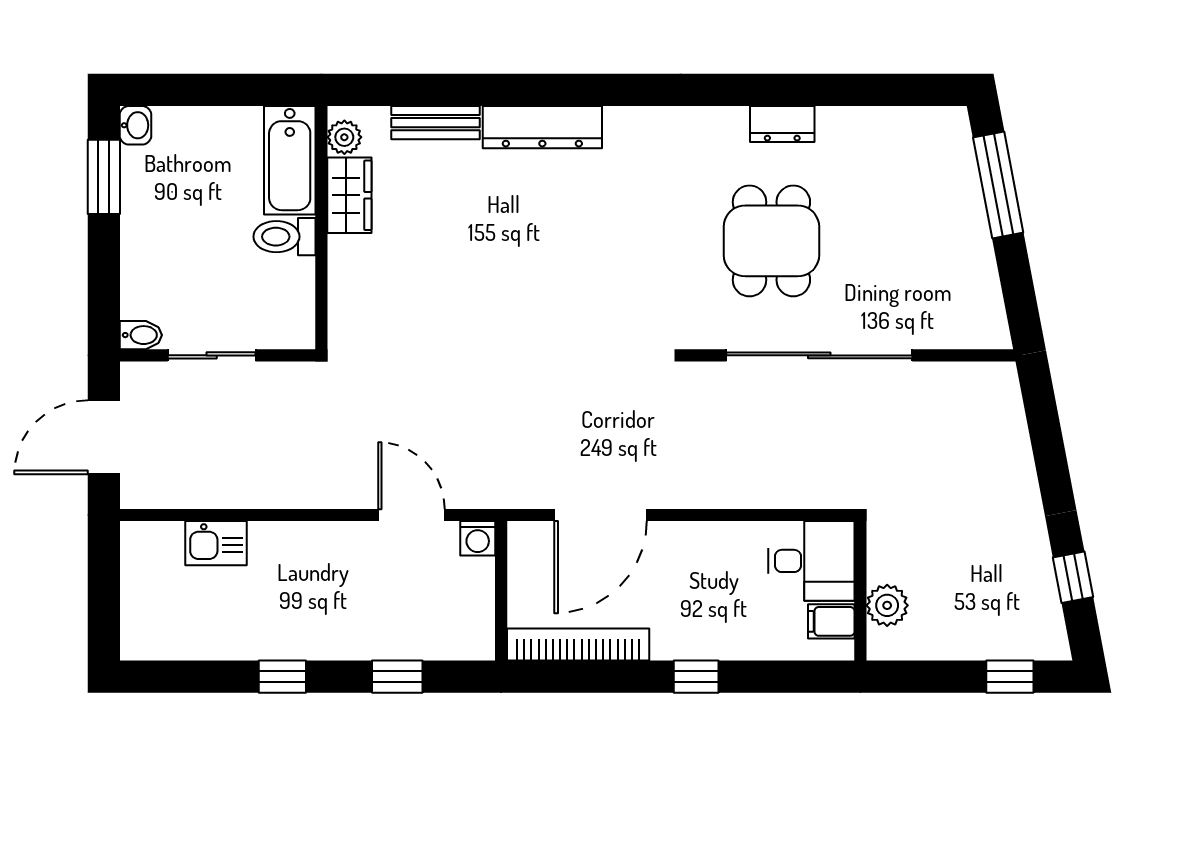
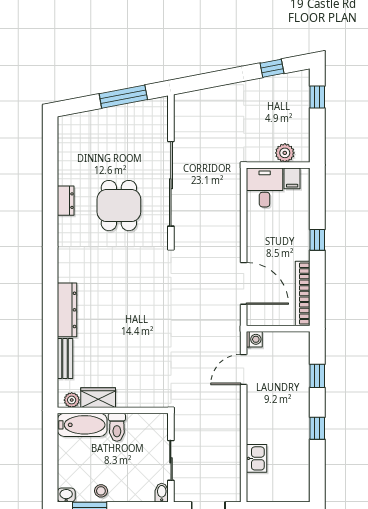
window: (998, 185) -> (123, 97), moved
stool: (145, 202) -> (101, 491), added
dining table: (771, 241) -> (119, 206), turned 90

